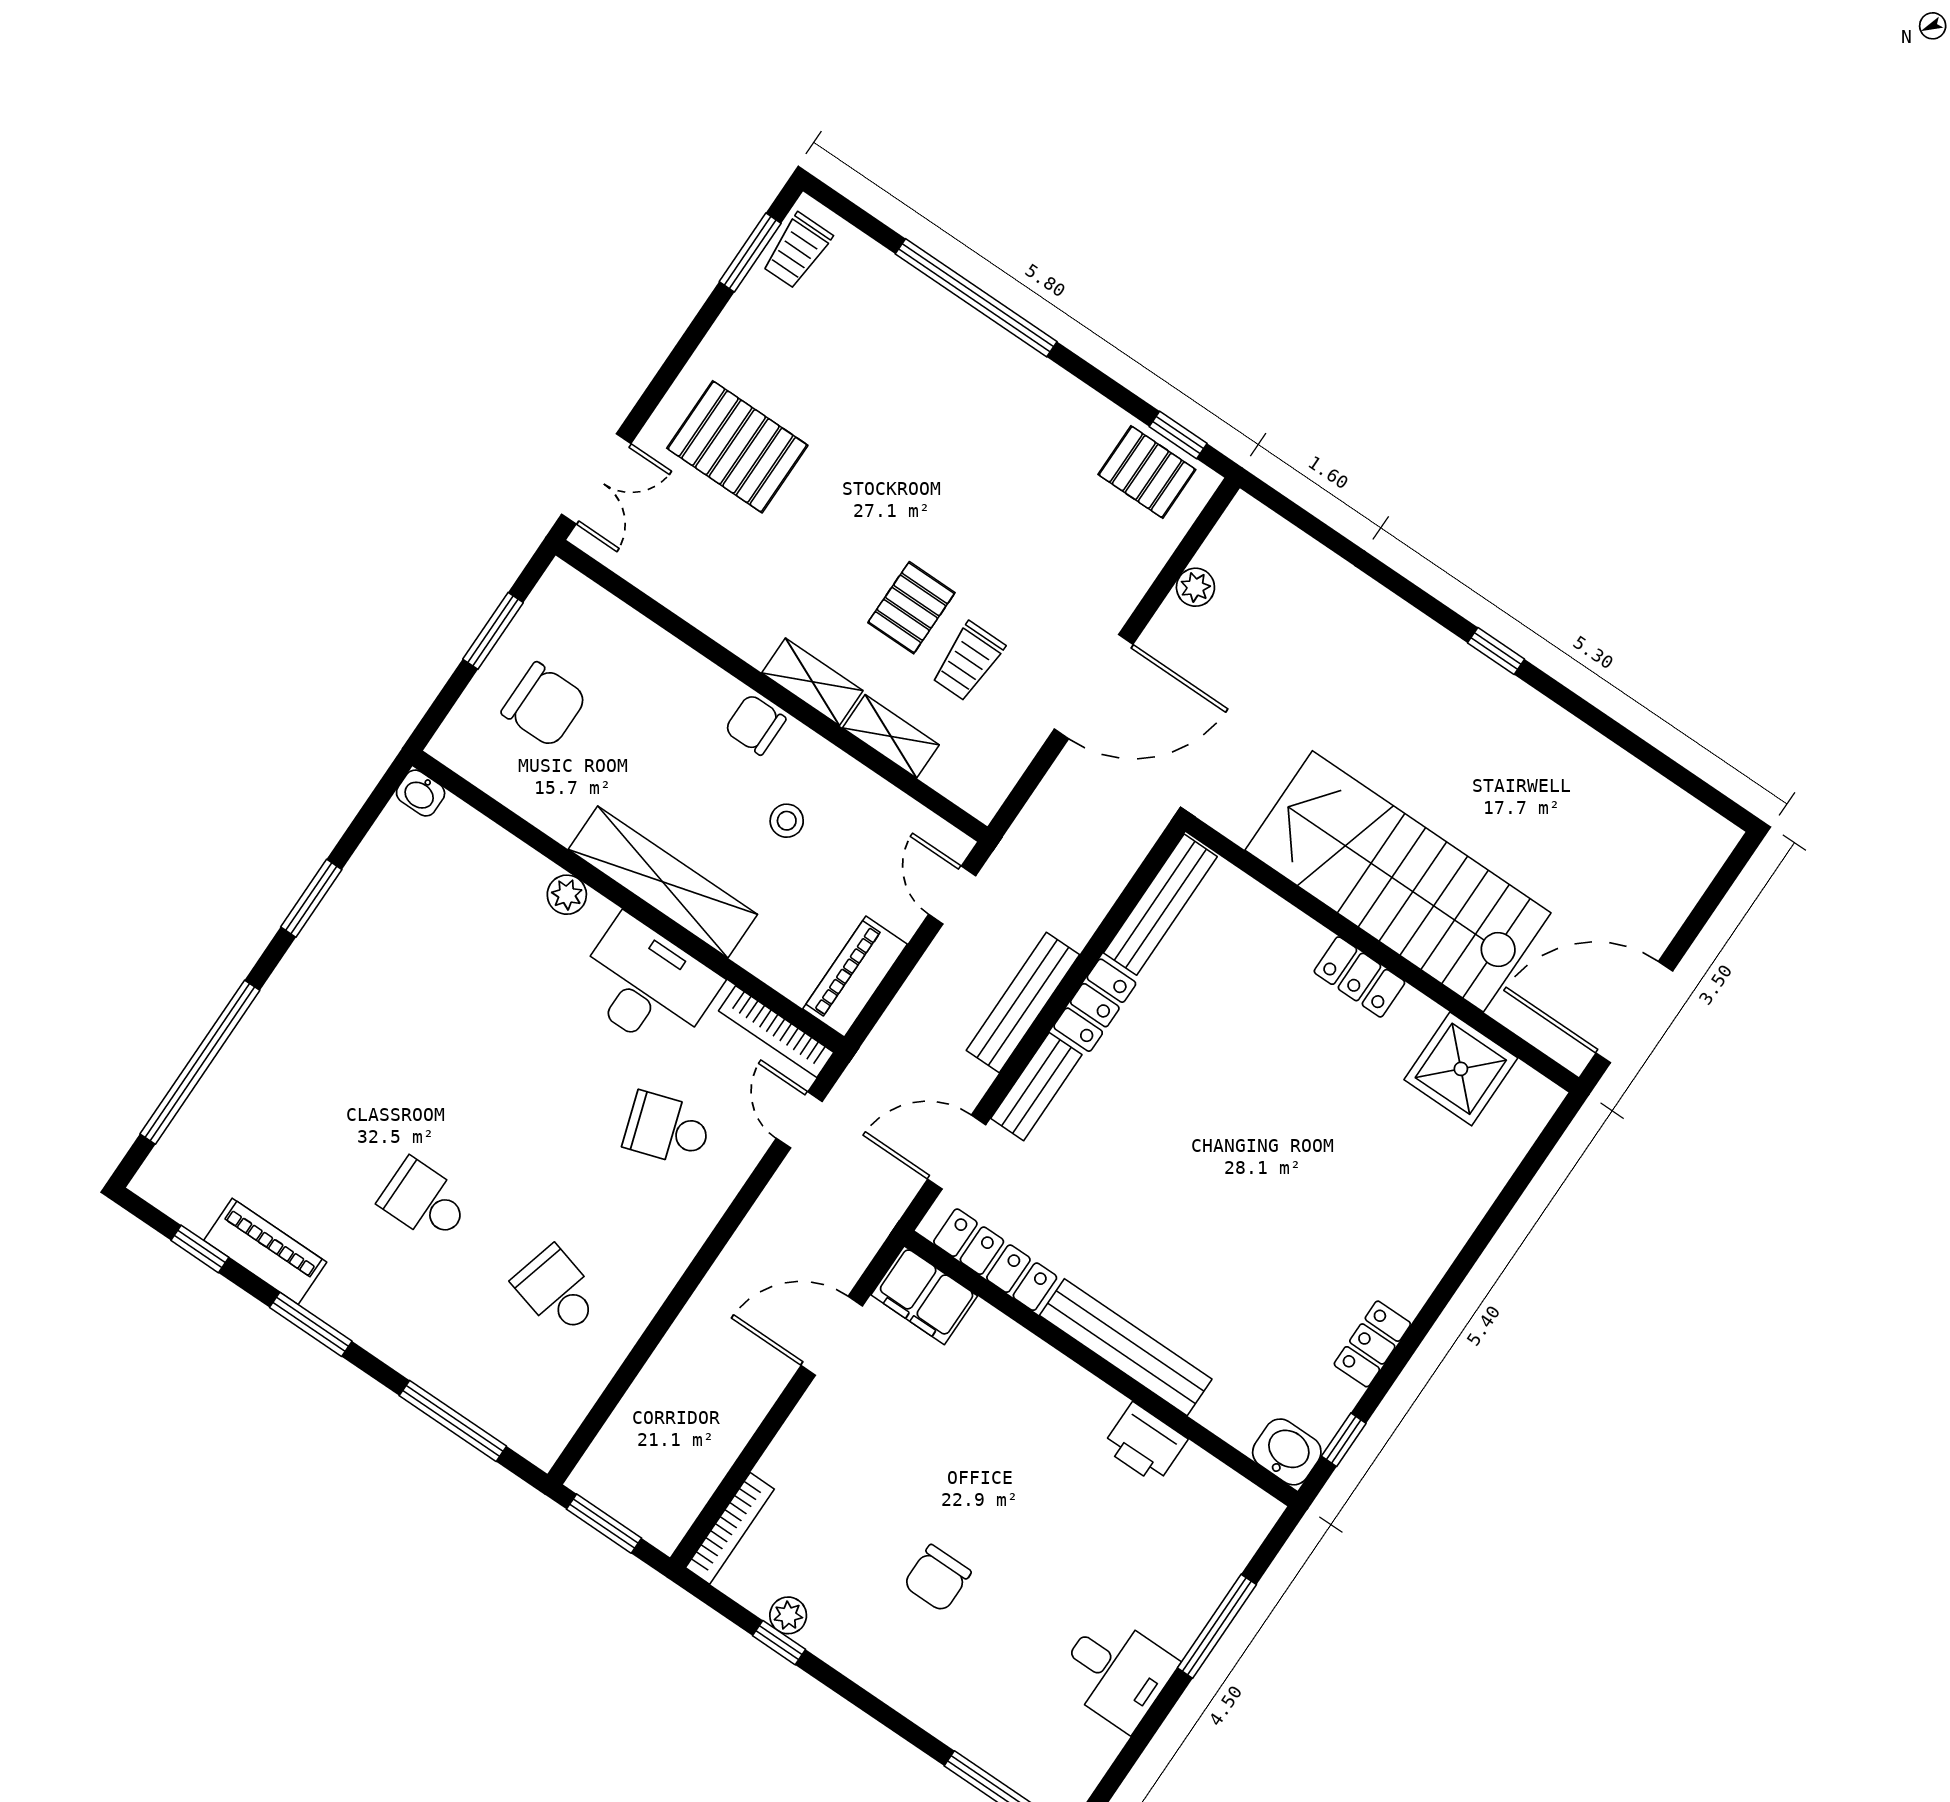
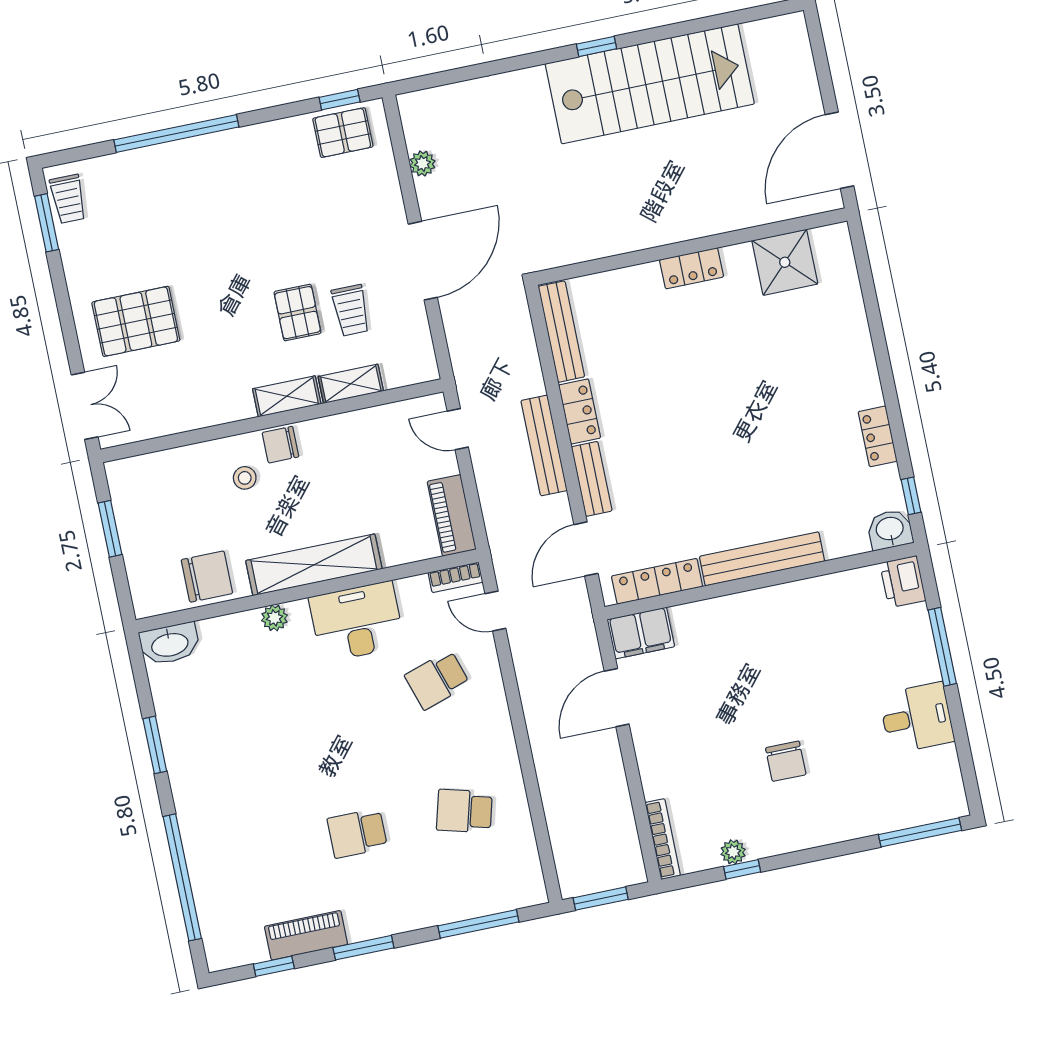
chair: (544, 705) -> (207, 577), moved
washbasin: (421, 793) -> (170, 644), width x1.91, depth x1.45
stool: (787, 821) -> (245, 478), moved
stairs: (1398, 881) -> (650, 84), moved, turned 180
bookcase: (776, 1032) -> (455, 577), width x0.64
printer: (1145, 1443) -> (903, 582), moved, turned 90

